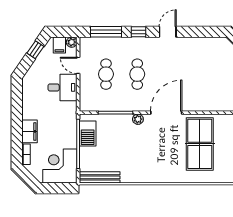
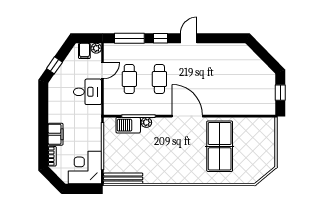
window: (35, 50) -> (54, 65), moved
door: (78, 65) -> (102, 71), swing flipped
door: (166, 113) -> (187, 116), hinge flipped
plant: (138, 119) -> (146, 122), moved
barbecue: (88, 134) -> (128, 125), moved, turned 90

